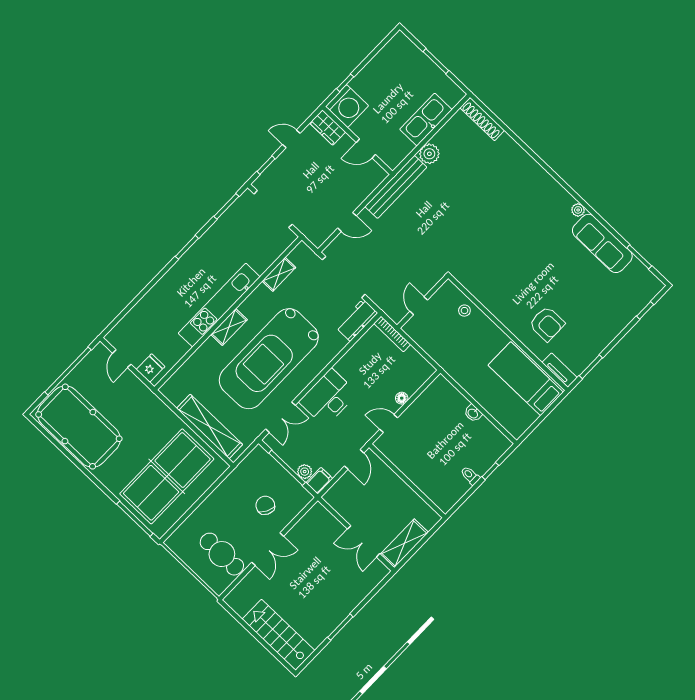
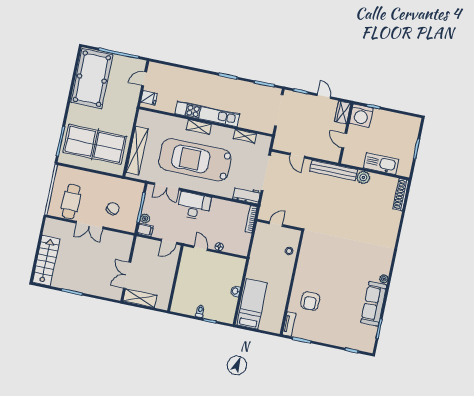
bed: (526, 379) -> (252, 304), moved

